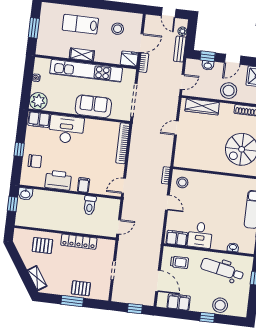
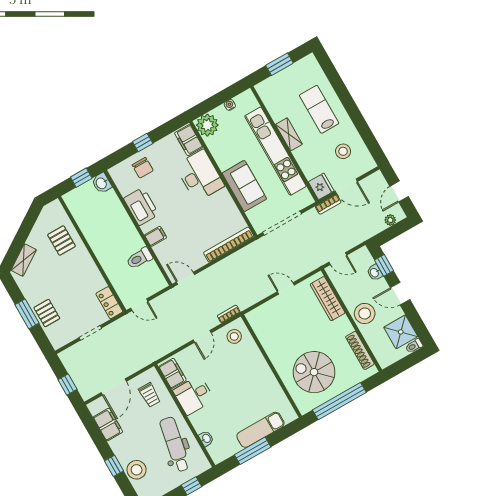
bench: (180, 49) -> (370, 231), removed
locker: (79, 242) -> (109, 303), moved, width x0.66

